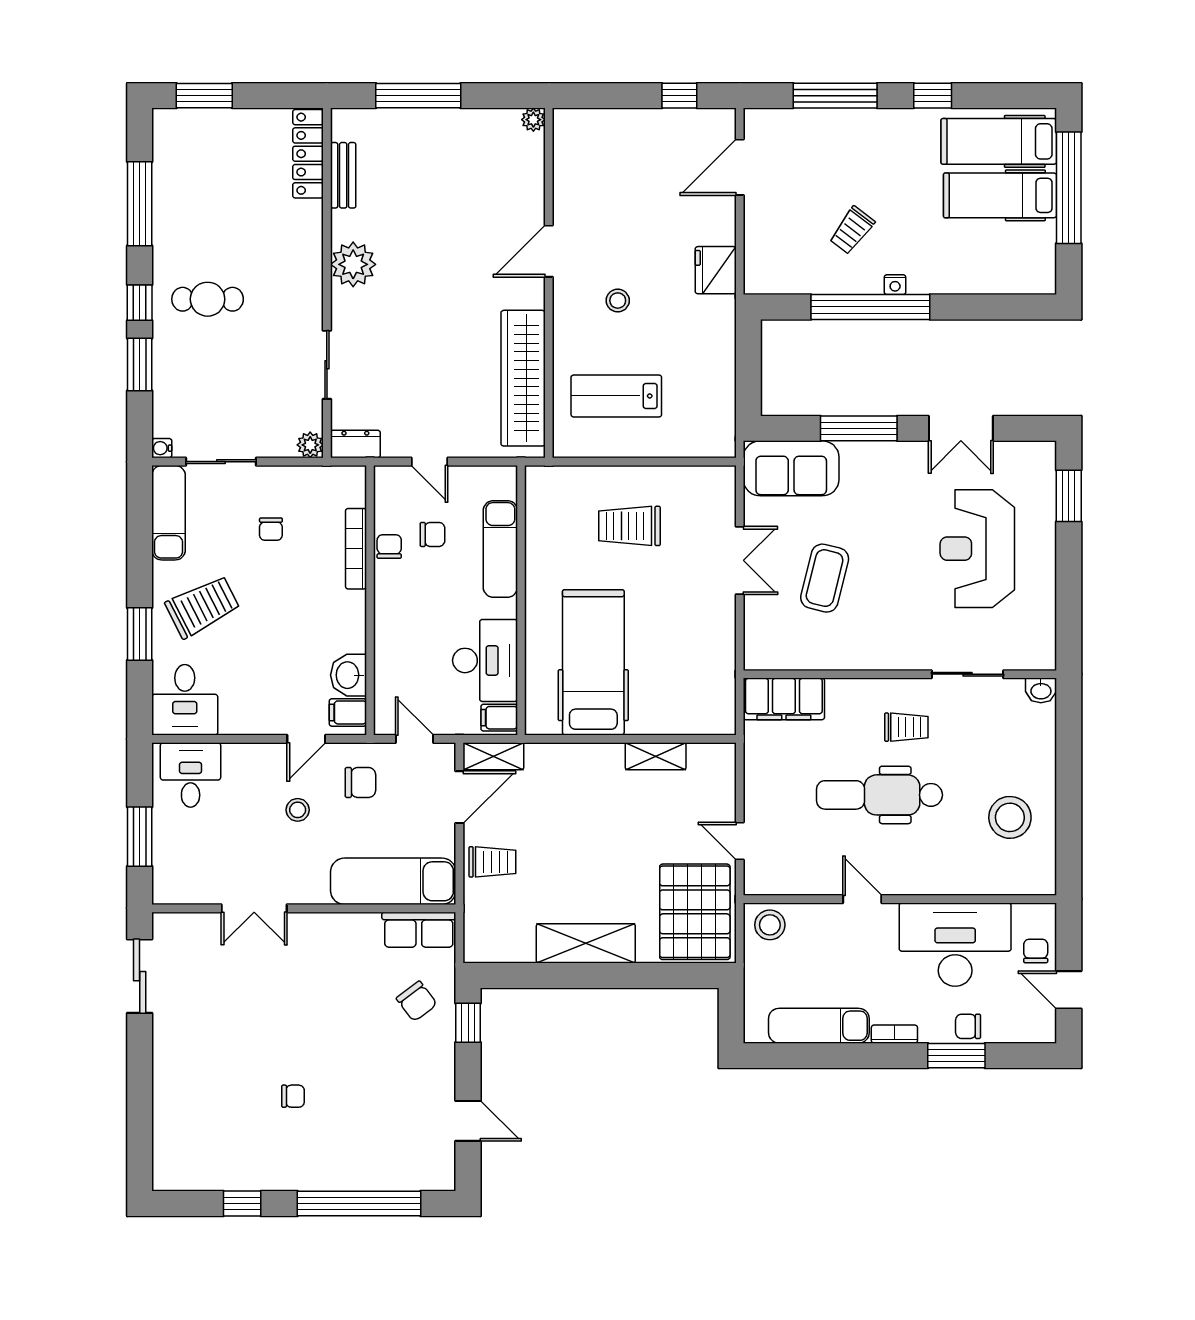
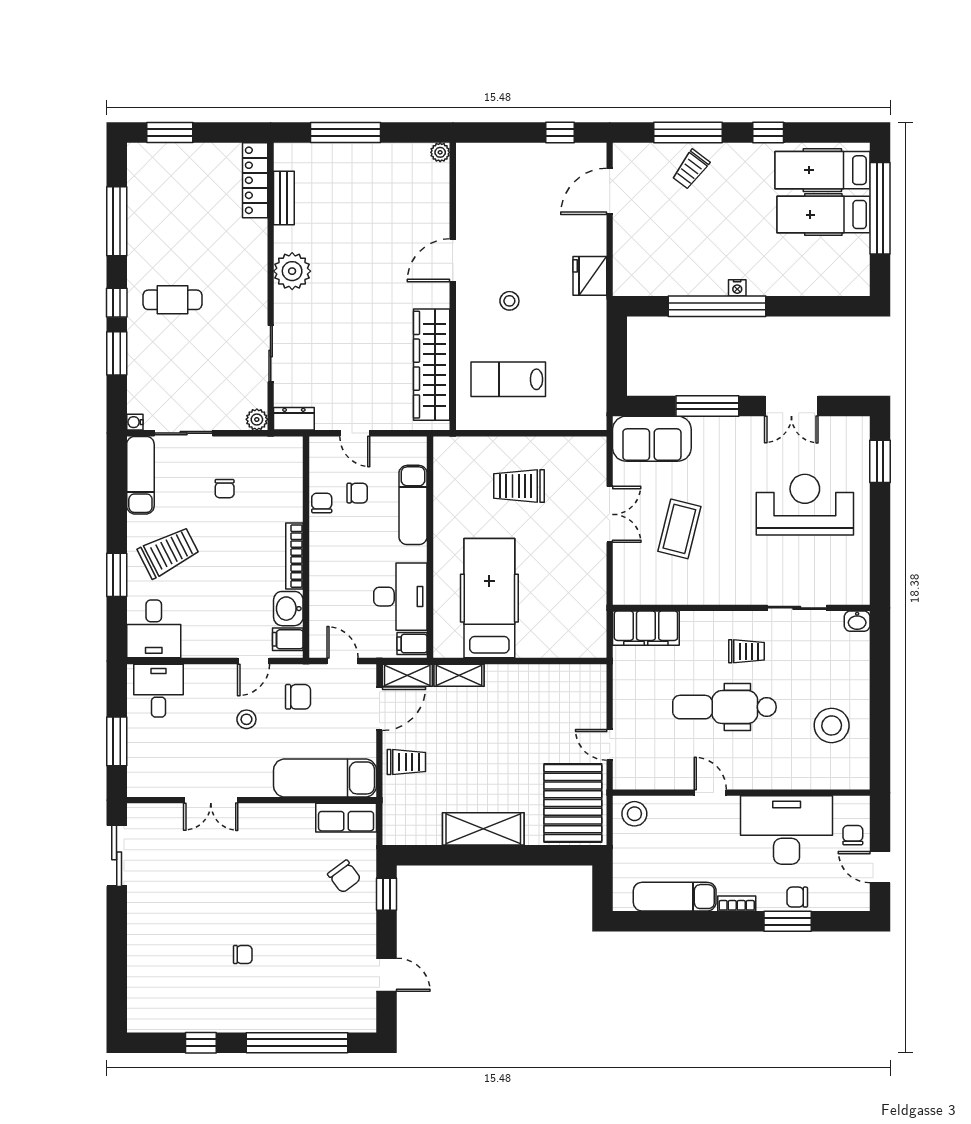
trolley: (852, 230) -> (691, 169), moved
bookcase: (356, 549) -> (294, 556), moved
reception desk: (977, 549) -> (805, 505), turned 90
shelving: (656, 756) -> (459, 675), moved

